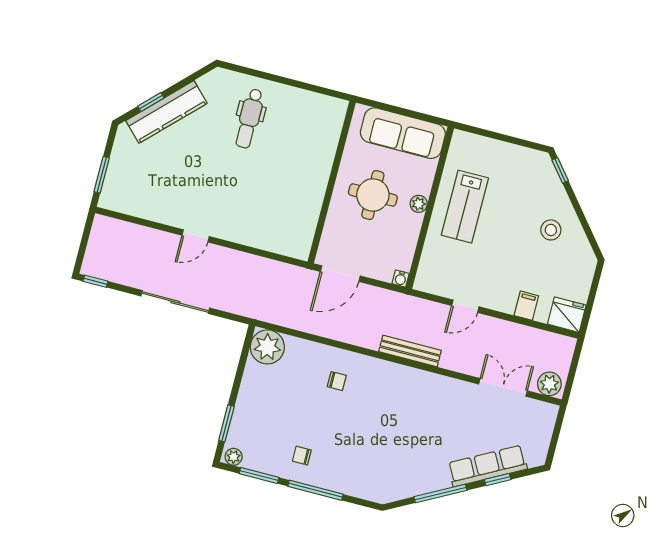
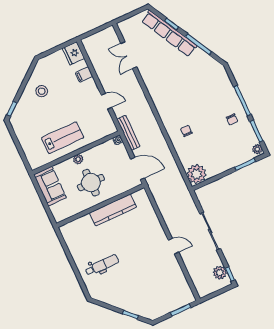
kitchen counter: (166, 112) -> (113, 210), moved, turned 135
sofa: (403, 133) -> (50, 186), width x0.73
bench: (410, 351) -> (128, 133), moved
plant: (549, 384) -> (220, 273), moved
row of seats: (487, 466) -> (169, 33), width x1.36

